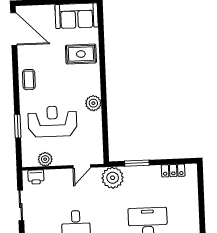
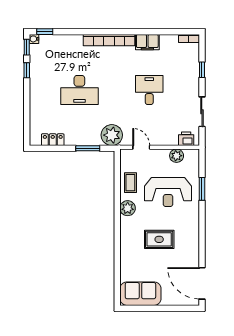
rug: (81, 54) -> (159, 239), moved
coffee table: (29, 80) -> (130, 183), moved
door: (82, 166) -> (141, 147), hinge flipped

